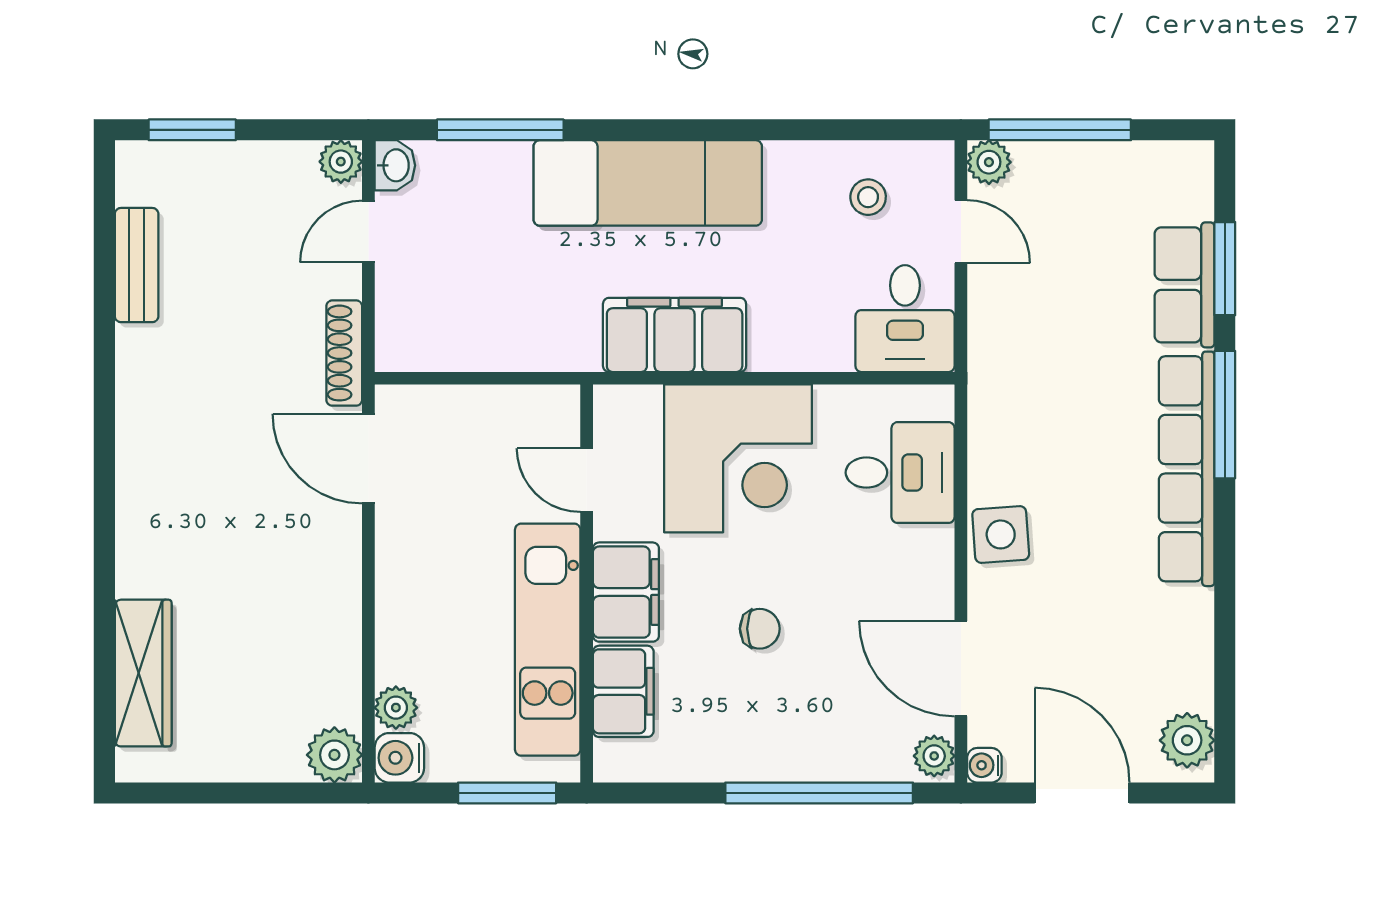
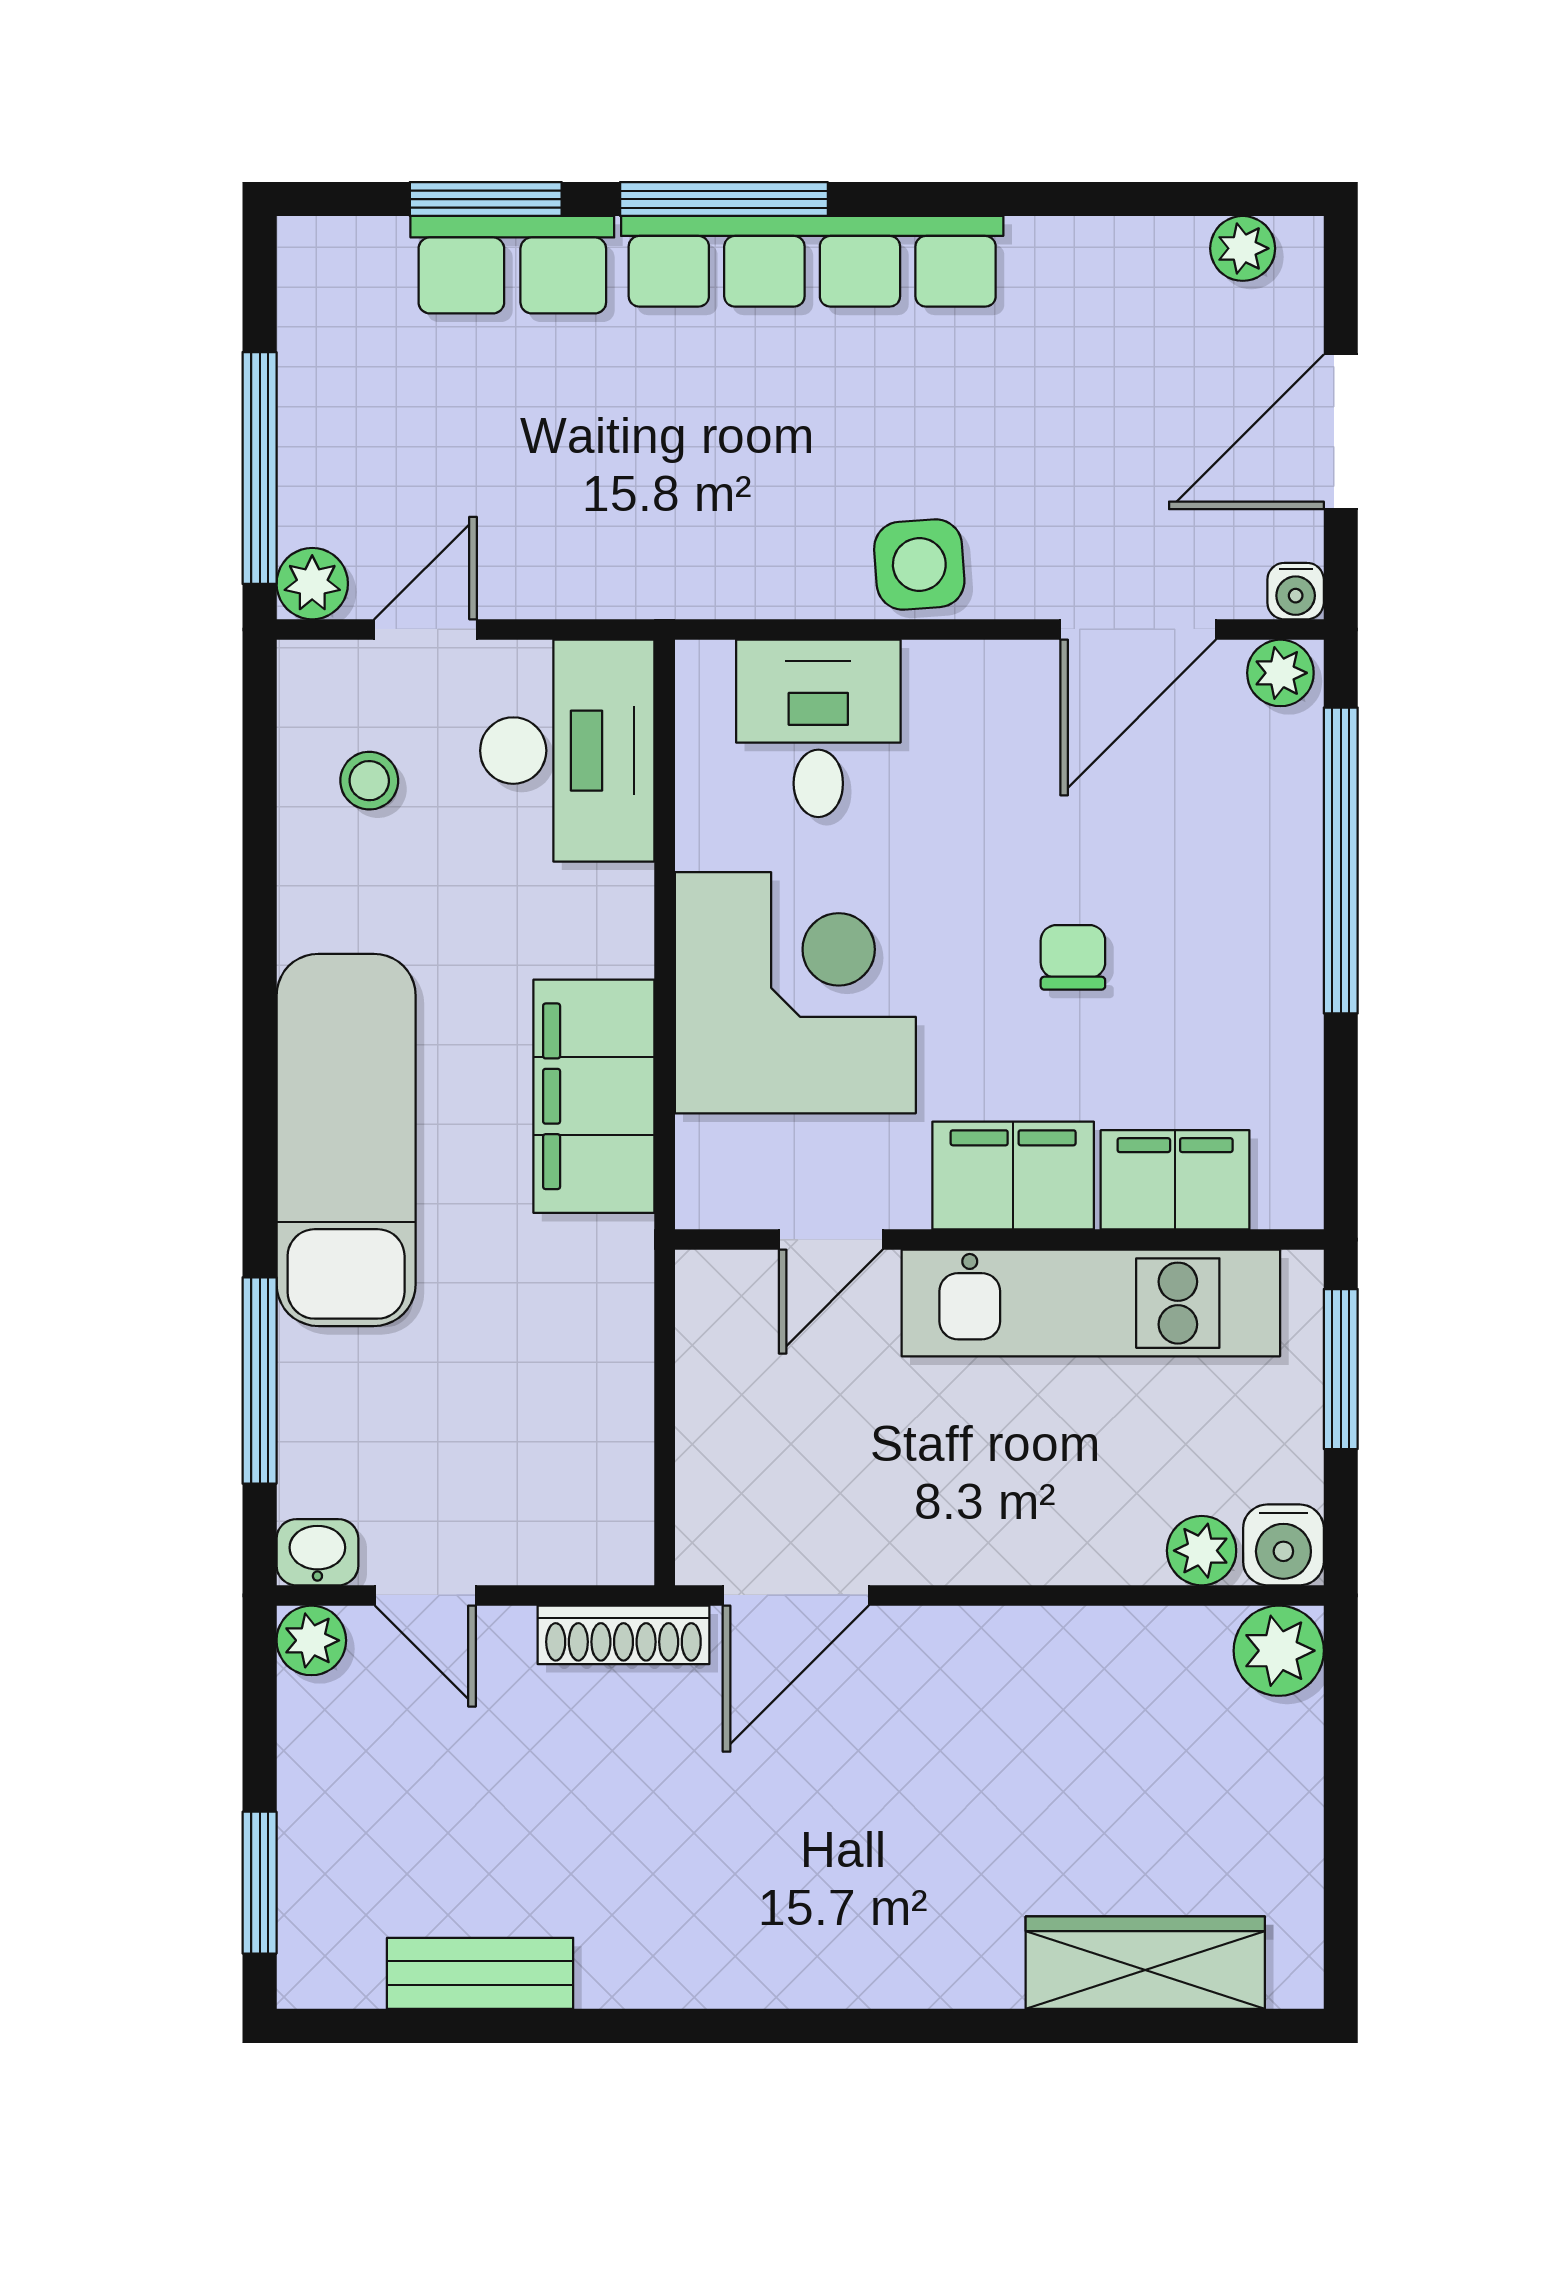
desk: (905, 319) -> (567, 751), width x1.37
plant: (1187, 740) -> (1243, 248), width x0.73, depth x0.73

